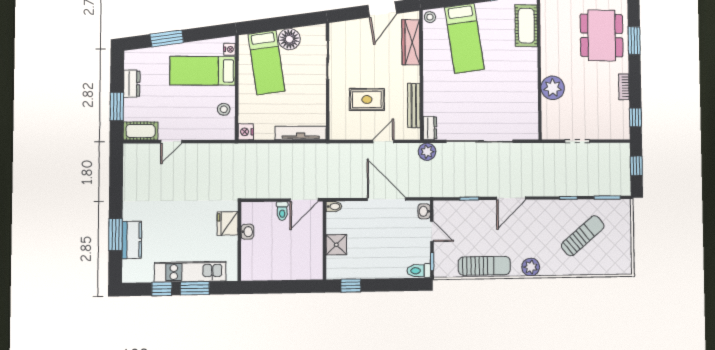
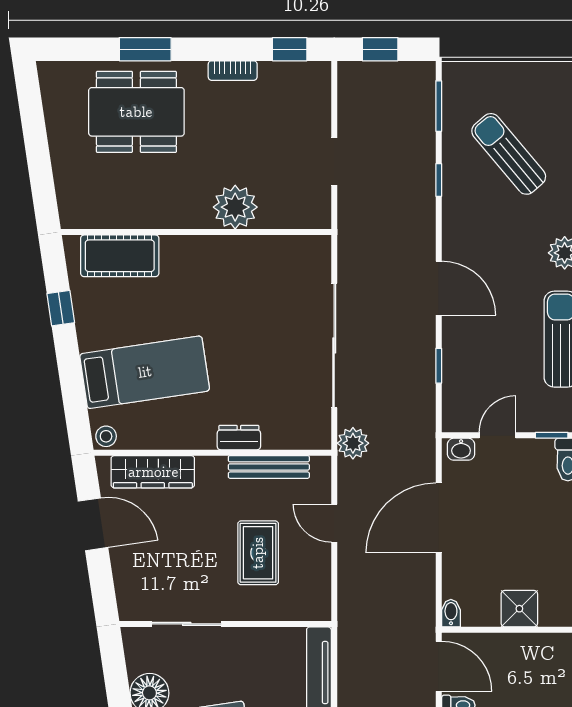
dresser: (430, 128) -> (239, 438), moved

